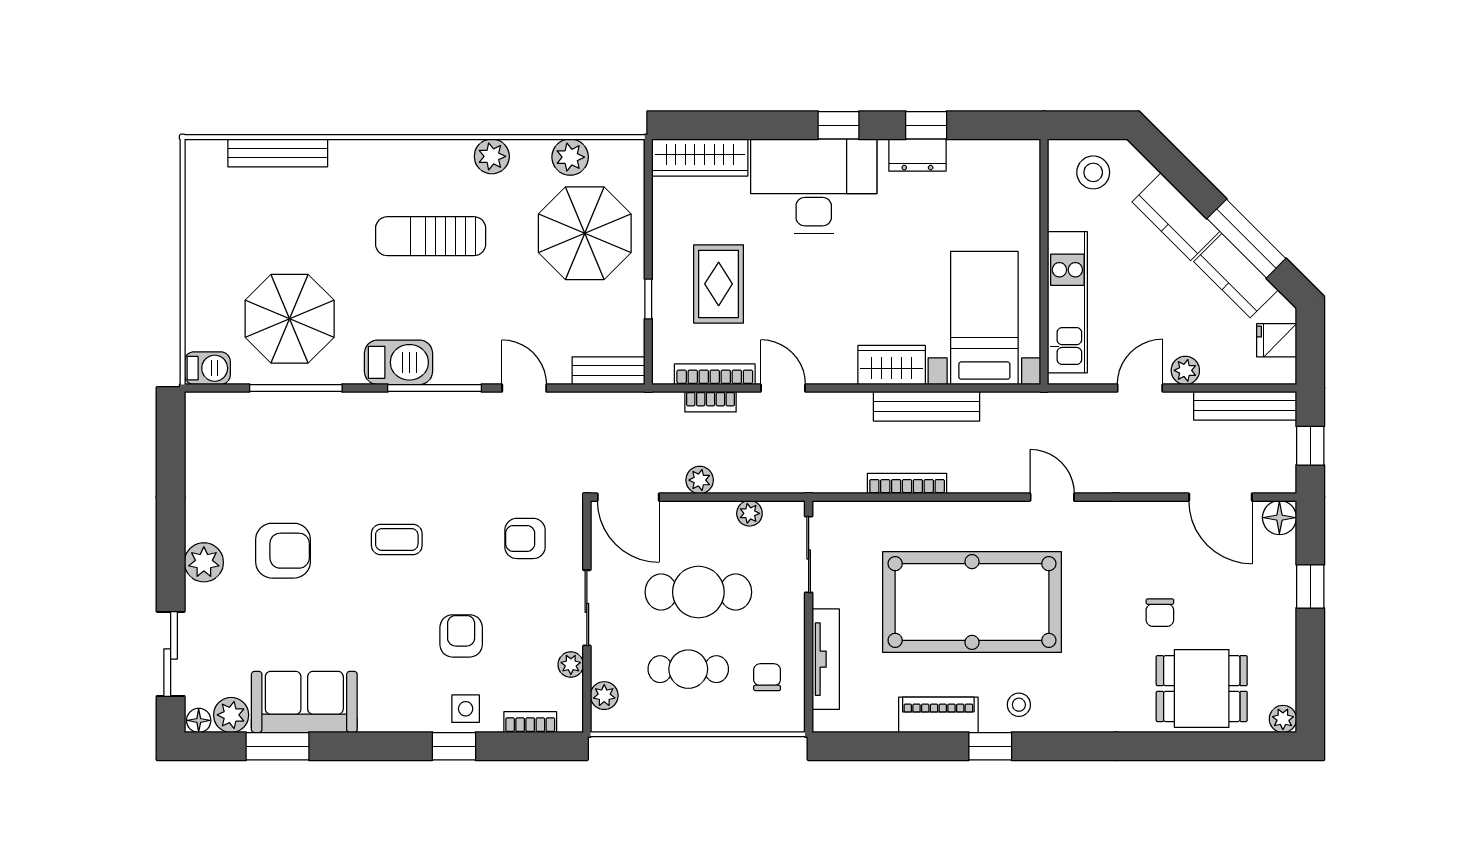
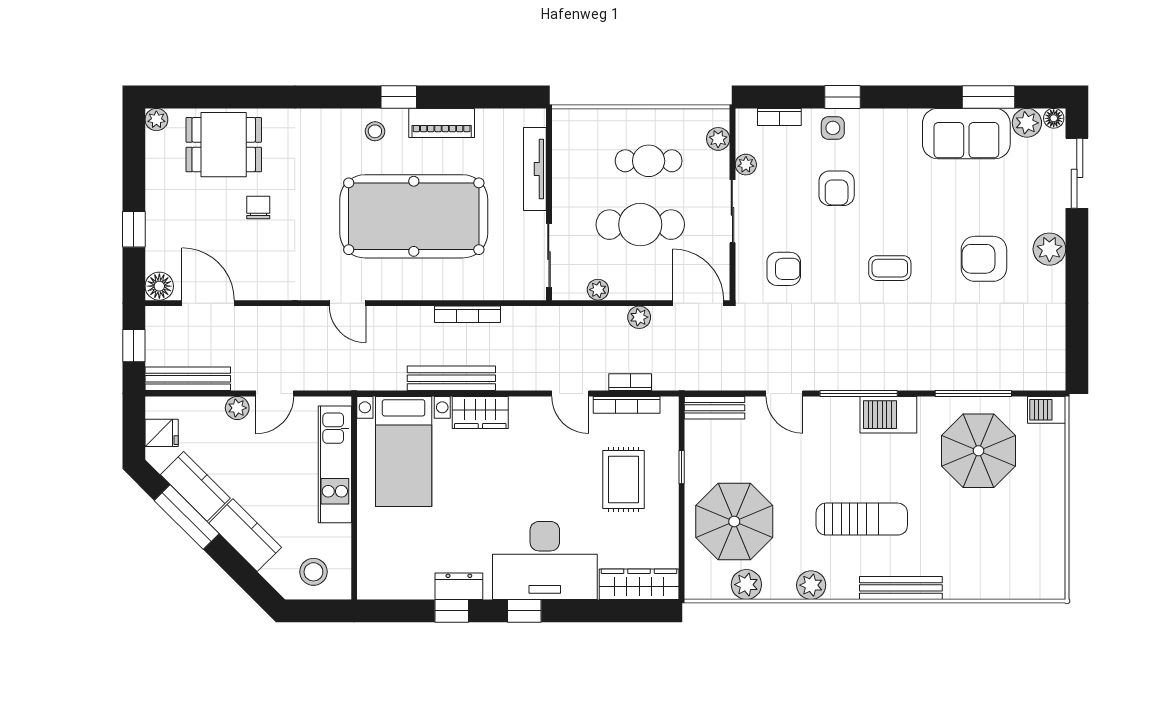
bench: (278, 153) -> (901, 588), moved
chair: (767, 677) -> (583, 154), removed

